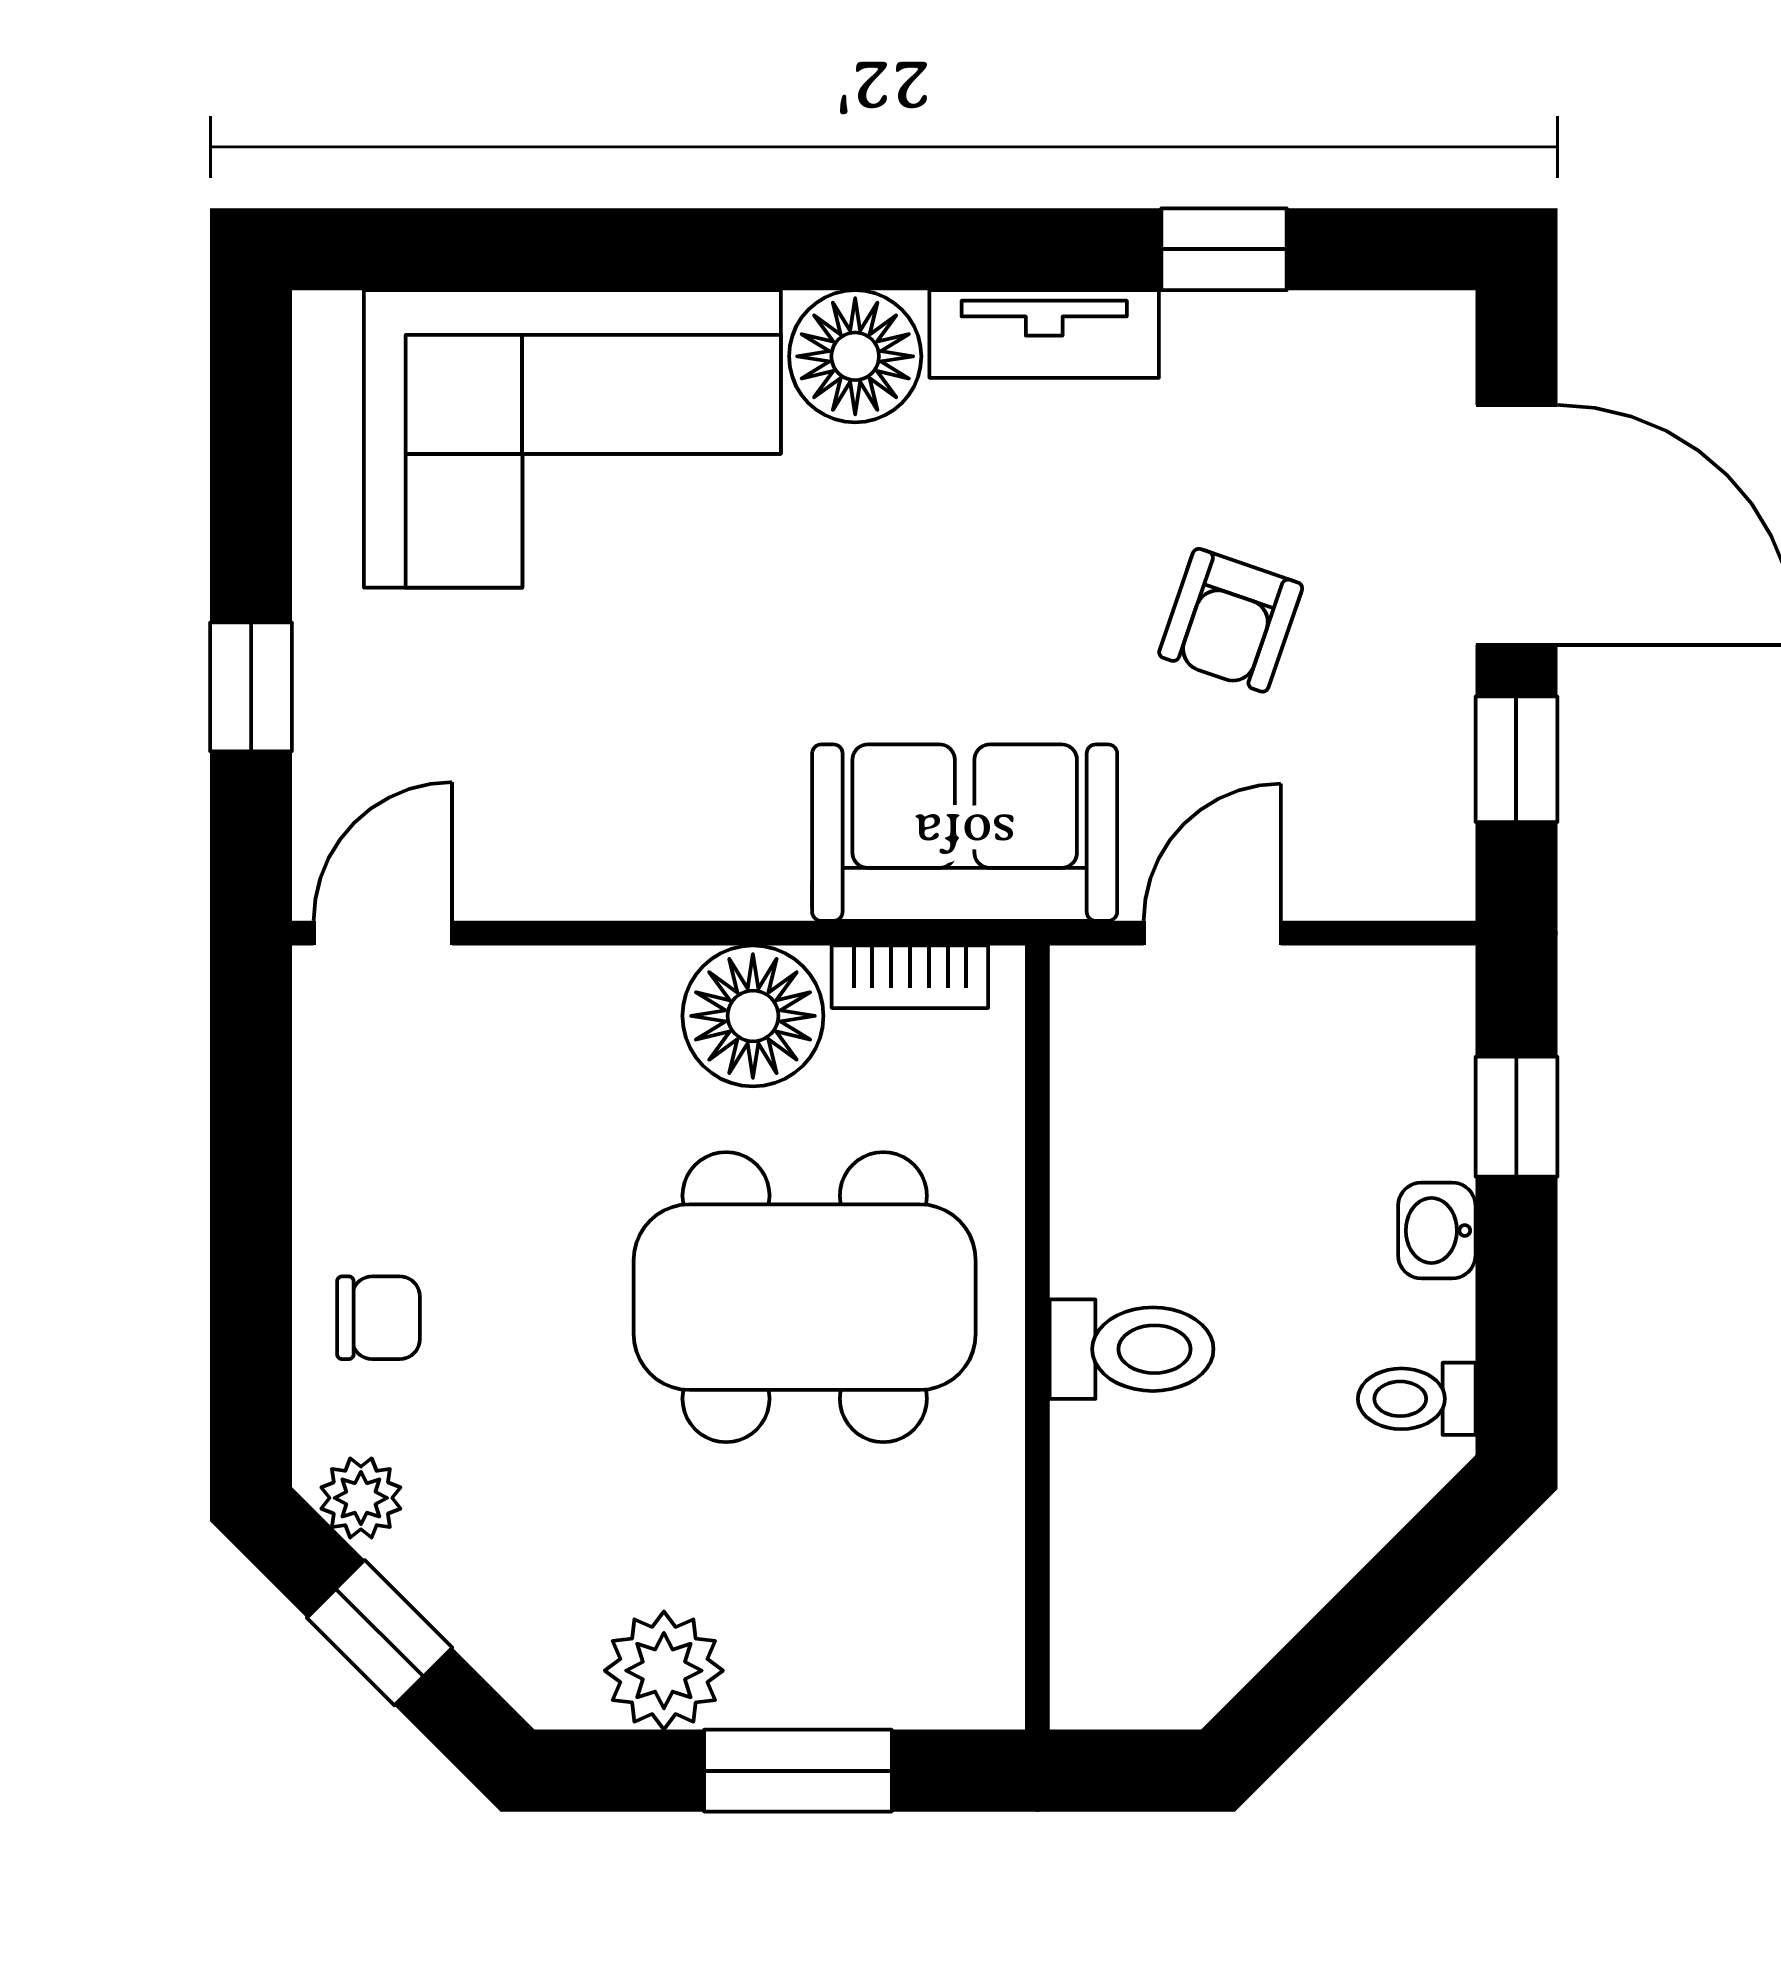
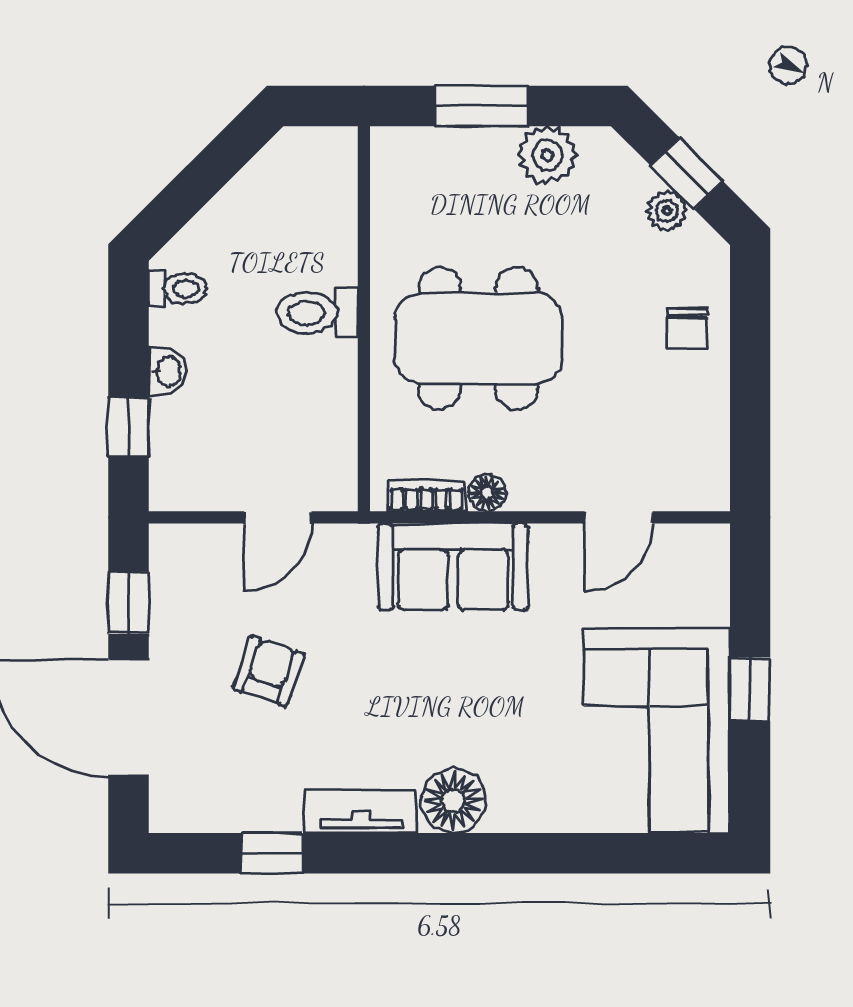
corner sofa: (572, 439) -> (657, 731), moved, turned -90
window: (251, 687) -> (750, 689), moved
sofa: (965, 833) -> (453, 567), moved
door: (383, 933) -> (619, 517), moved
floor lamp: (753, 1016) -> (487, 493), width x0.53, depth x0.53
chair: (379, 1318) -> (687, 328), turned -90
plant: (361, 1498) -> (667, 211), moved

